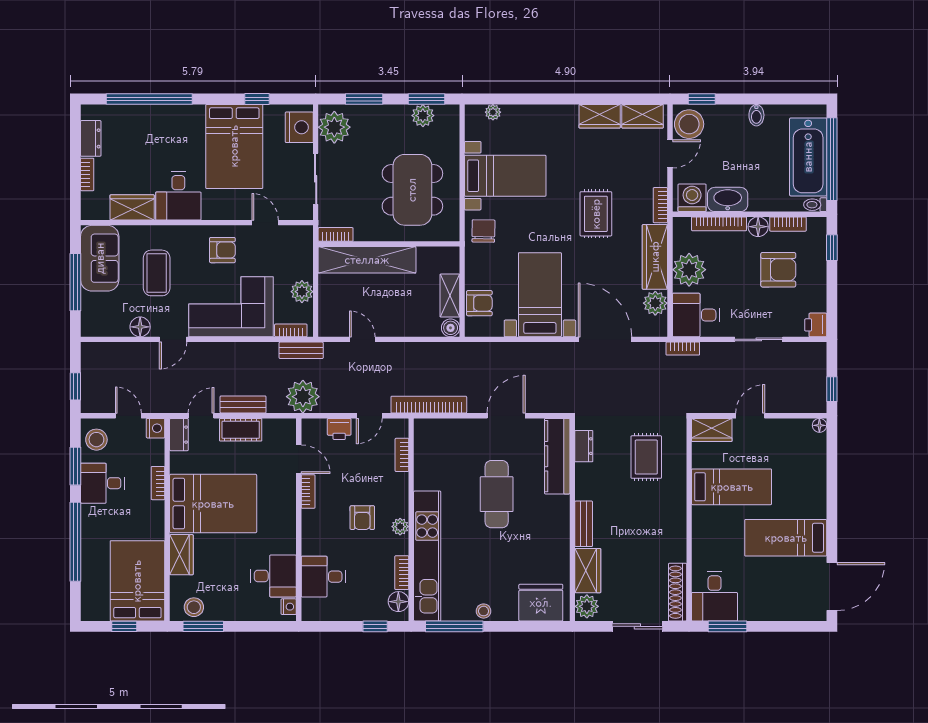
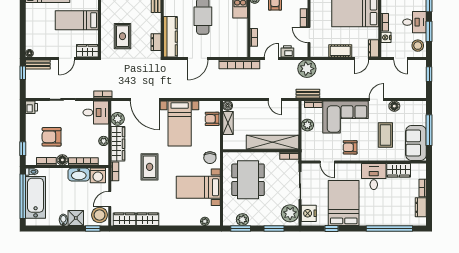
shower: (733, 118) -> (76, 218), added
plant: (689, 270) -> (104, 141), width x0.53, depth x0.53
bench: (243, 404) -> (38, 64), moved
nightstand: (156, 428) -> (386, 37), moved

